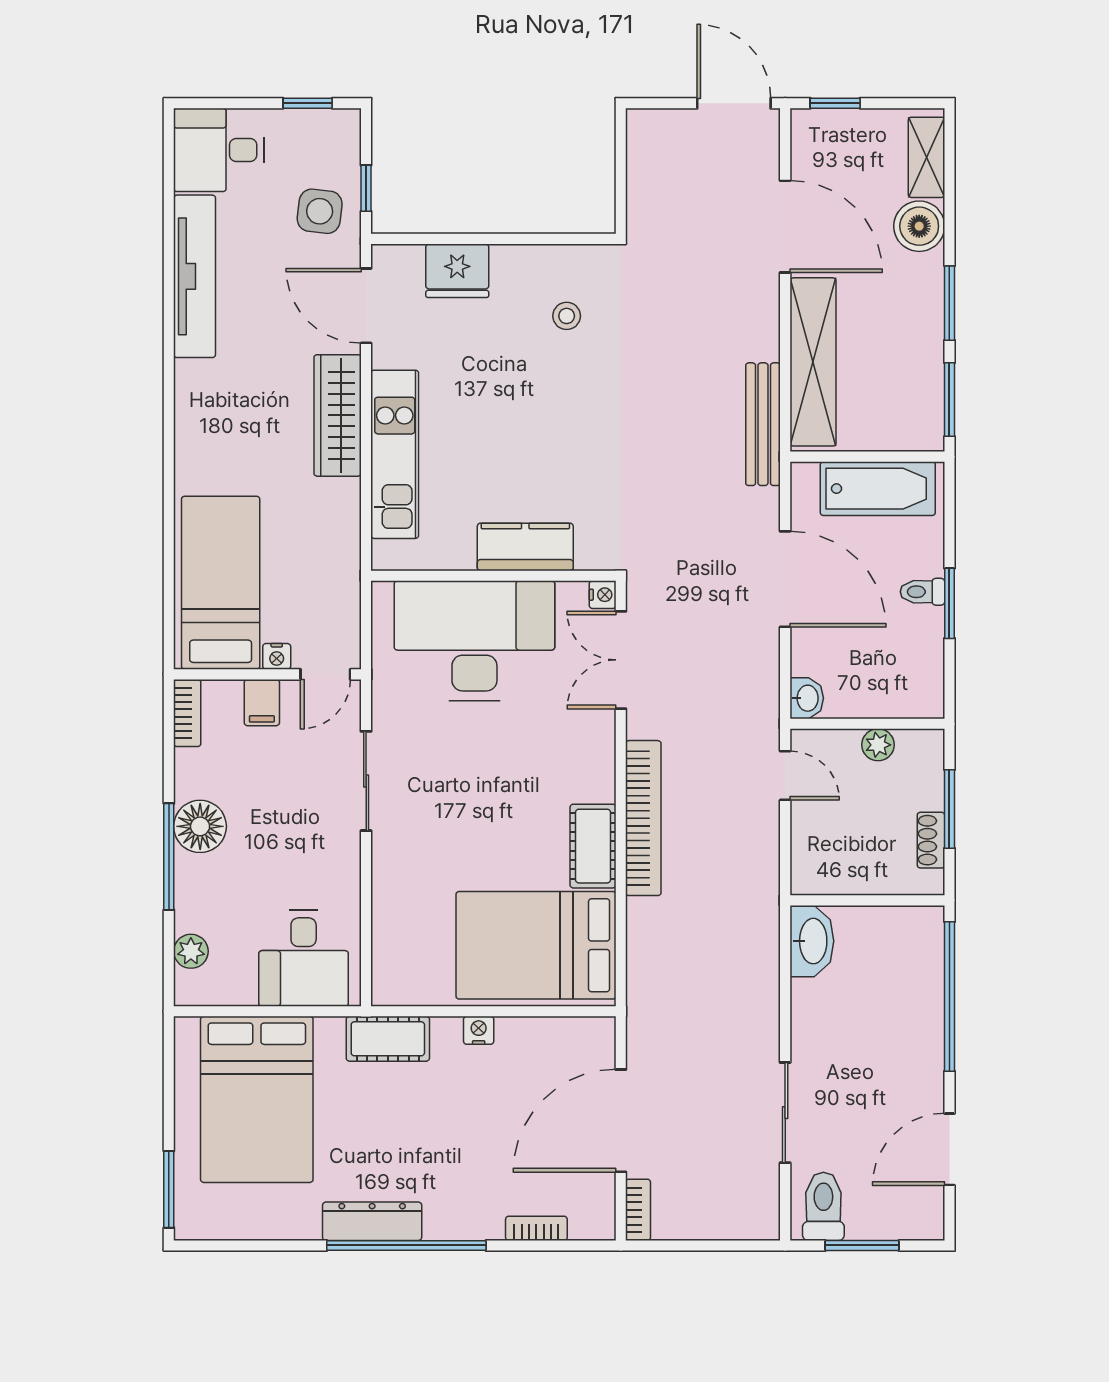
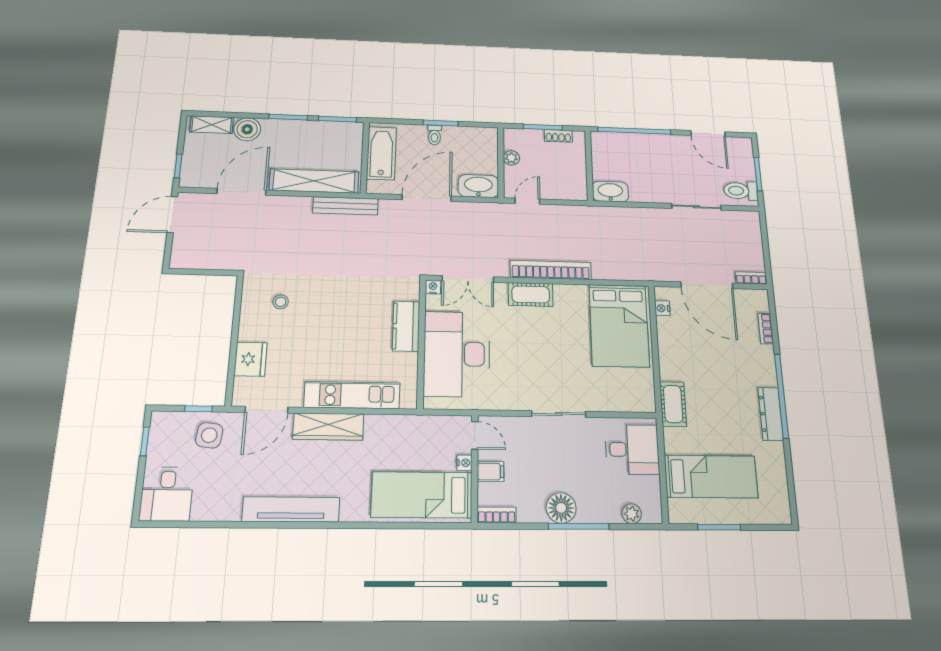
tv unit: (195, 276) -> (291, 509), moved
washbasin: (807, 698) -> (478, 186), width x1.91, depth x1.45
sliding door: (366, 781) -> (559, 414), moved
cot: (593, 846) -> (531, 294), moved
nightstand: (479, 1030) -> (662, 308), moved
bed: (257, 1099) -> (711, 477), width x0.67
window: (169, 1189) -> (719, 527), moved

